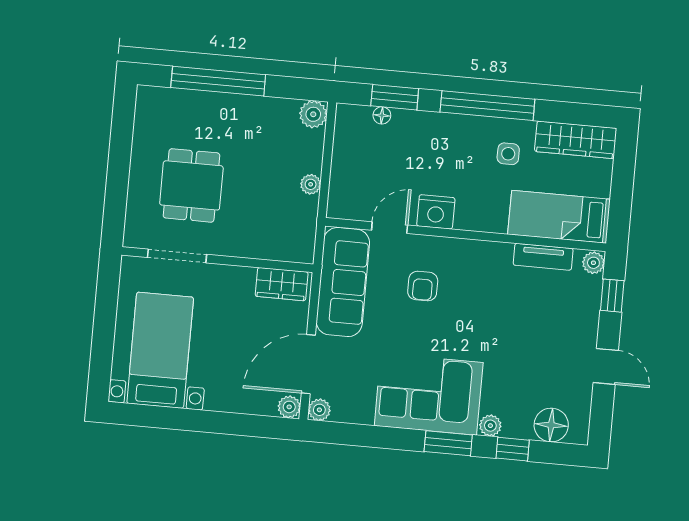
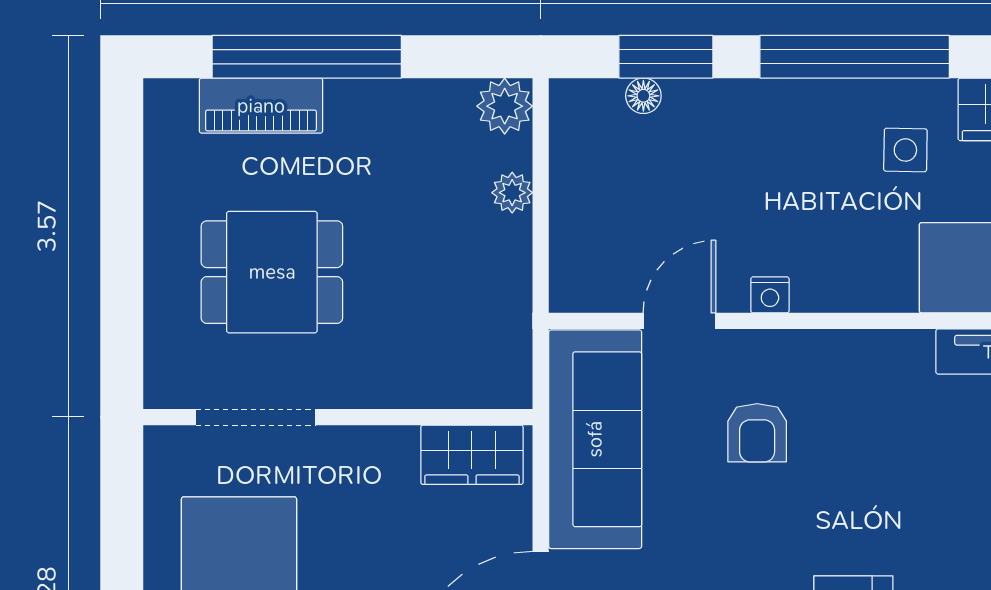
piano: (194, 103) -> (261, 106), added
plant: (311, 184) -> (512, 193), moved
dining table: (191, 185) -> (272, 272), turned 90
nightstand: (436, 212) -> (770, 295), width x0.53, depth x0.56

